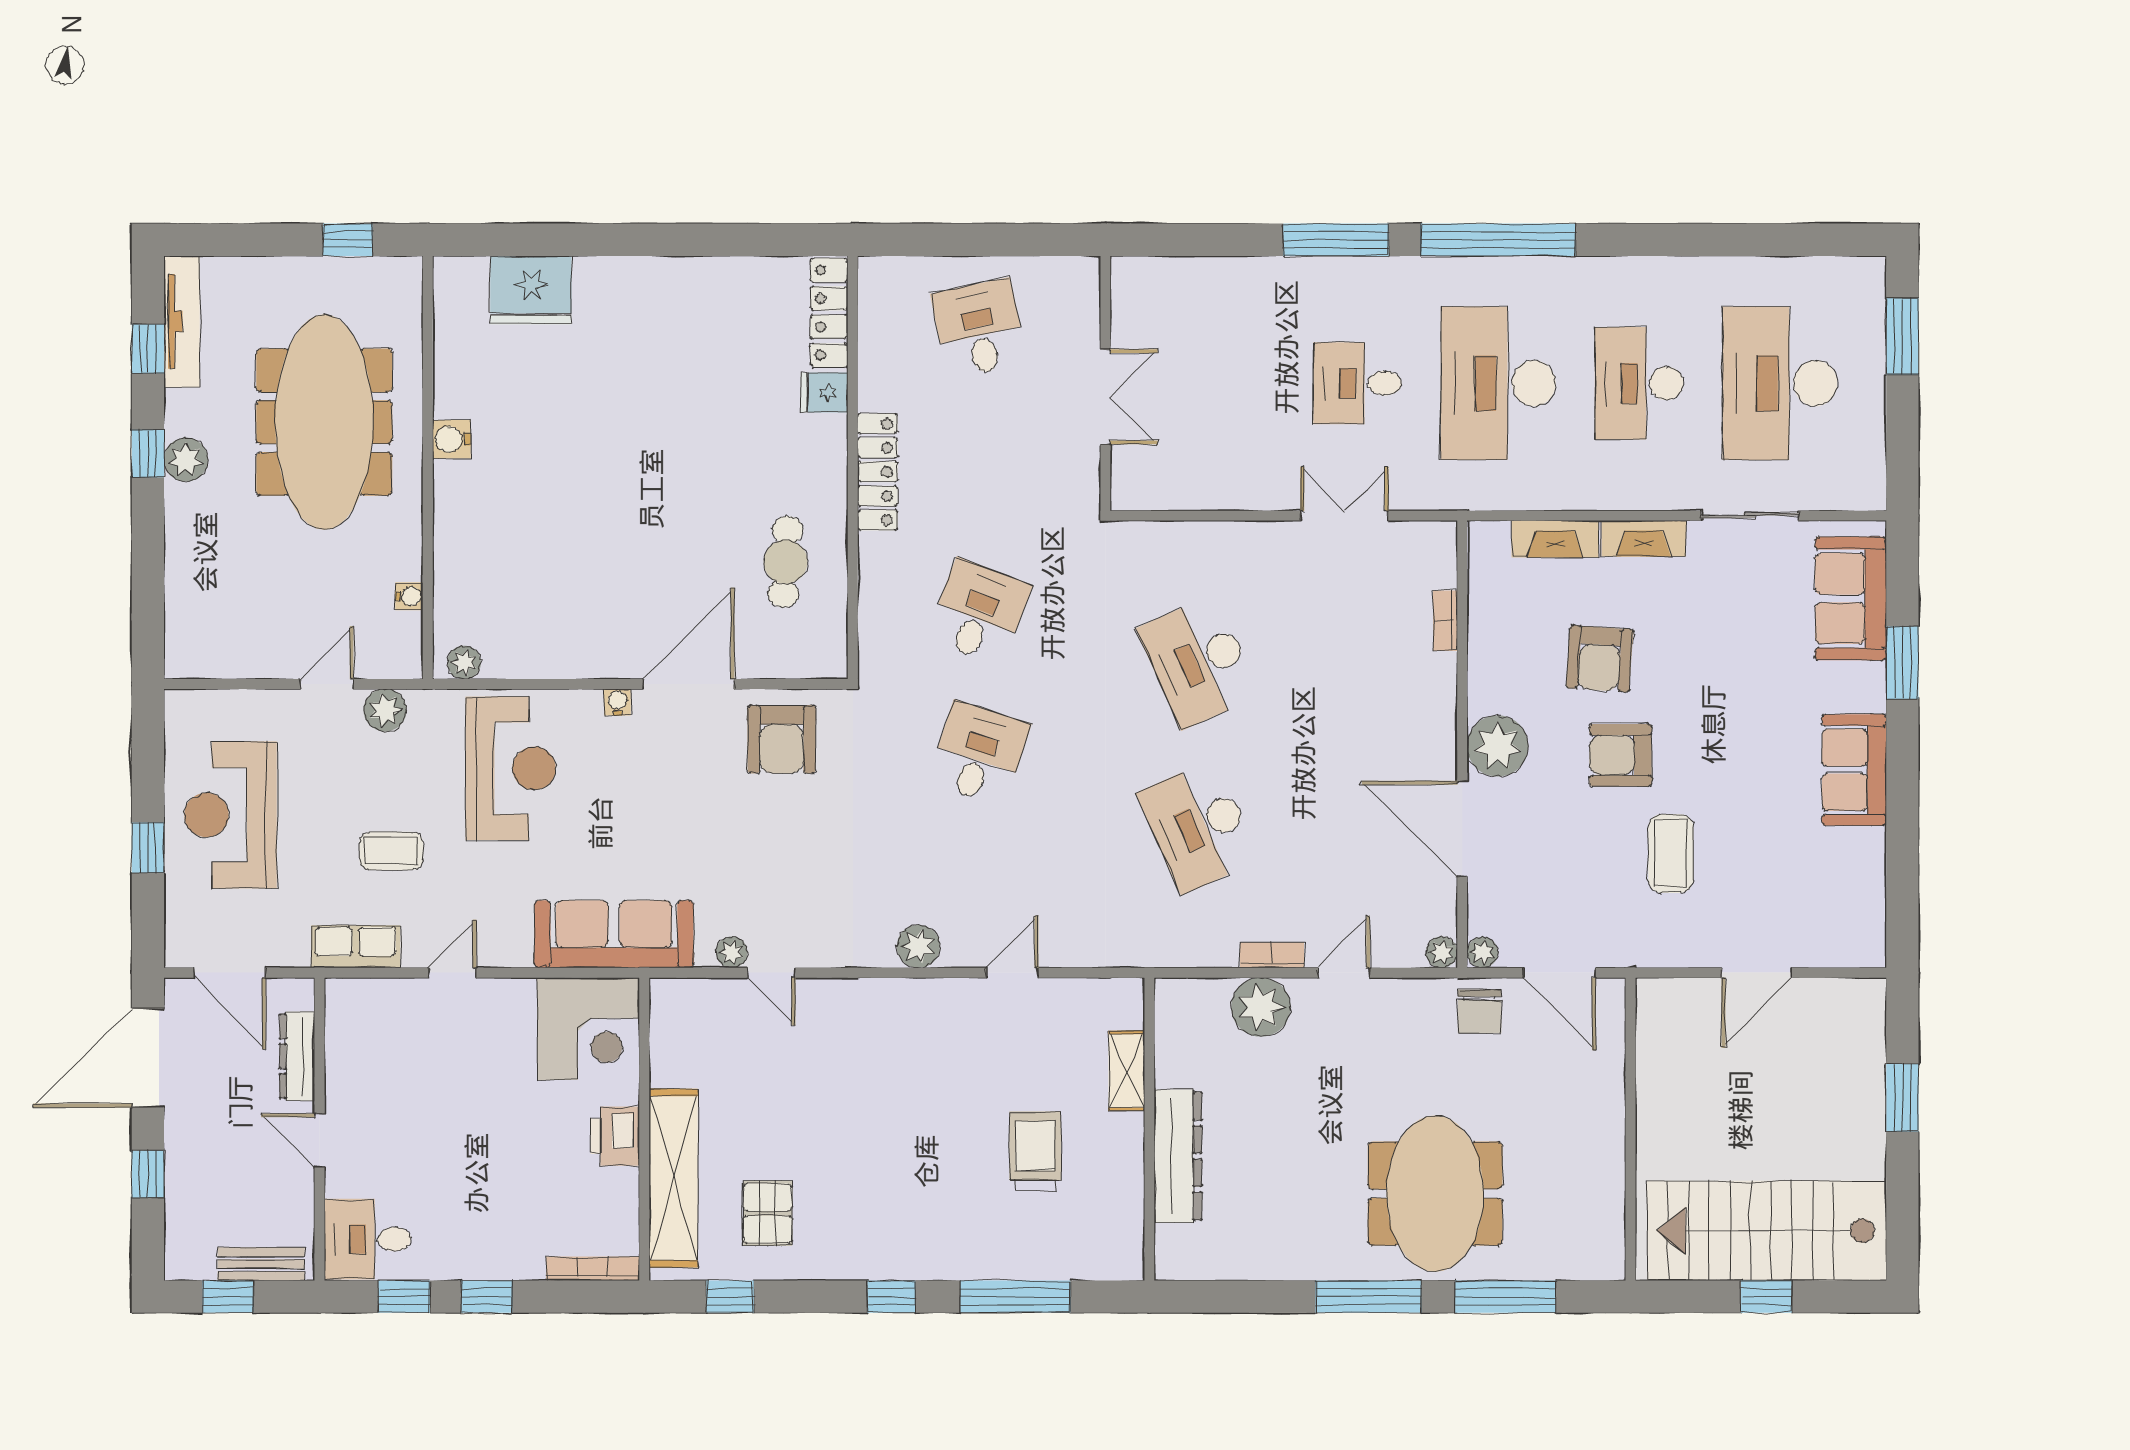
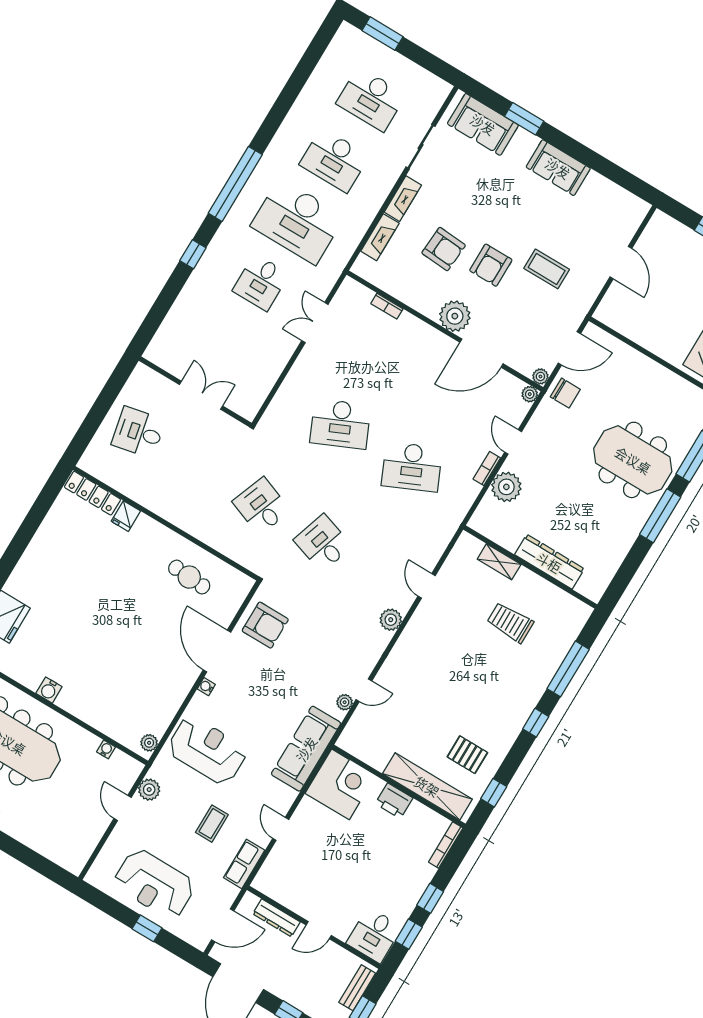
window: (1336, 240) -> (193, 254), width x0.46
desk: (1780, 383) -> (371, 99), width x0.73, depth x0.77
locker: (878, 472) -> (174, 514), removed

